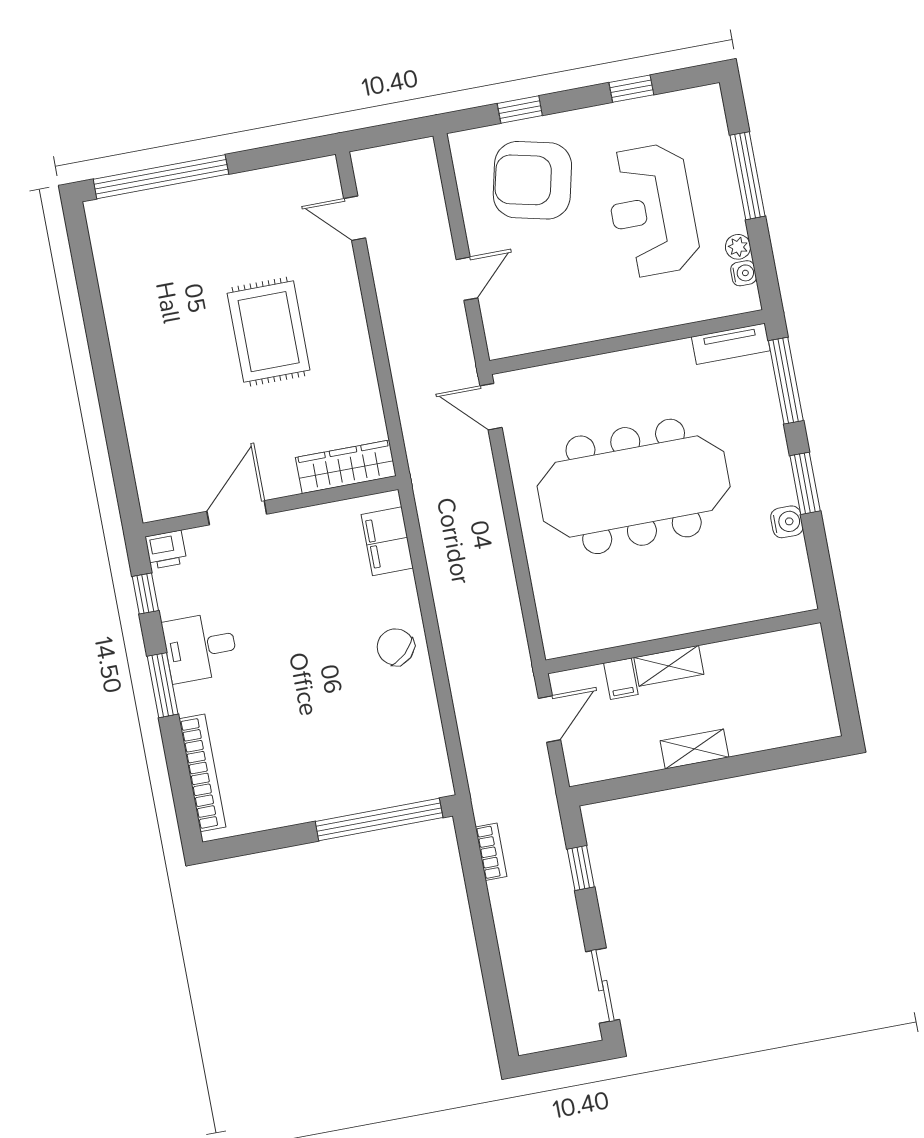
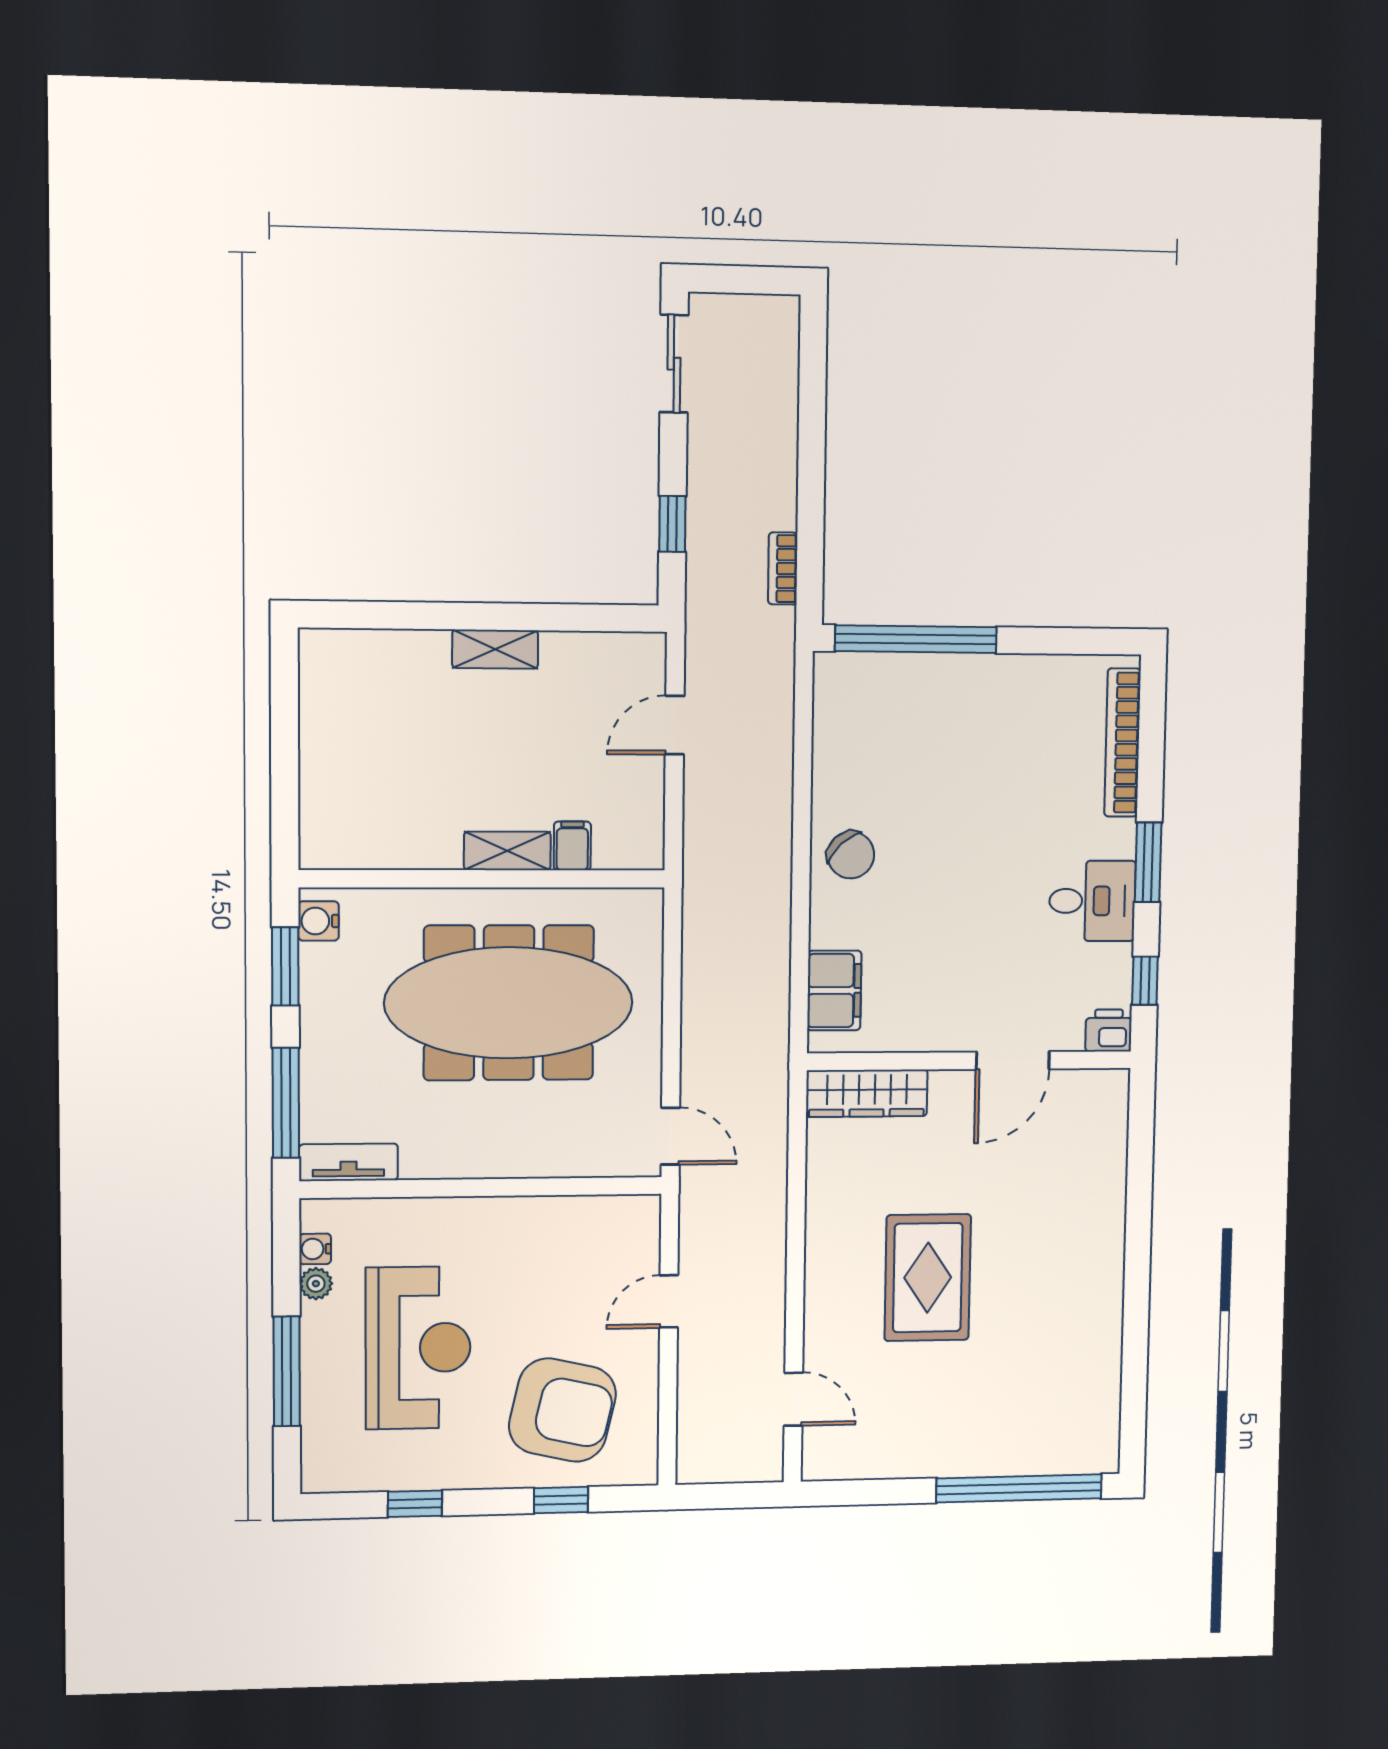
wall: (683, 641) -> (483, 879), moved
shelving: (669, 666) -> (507, 851), moved
filing cabinet: (621, 679) -> (572, 846), moved

